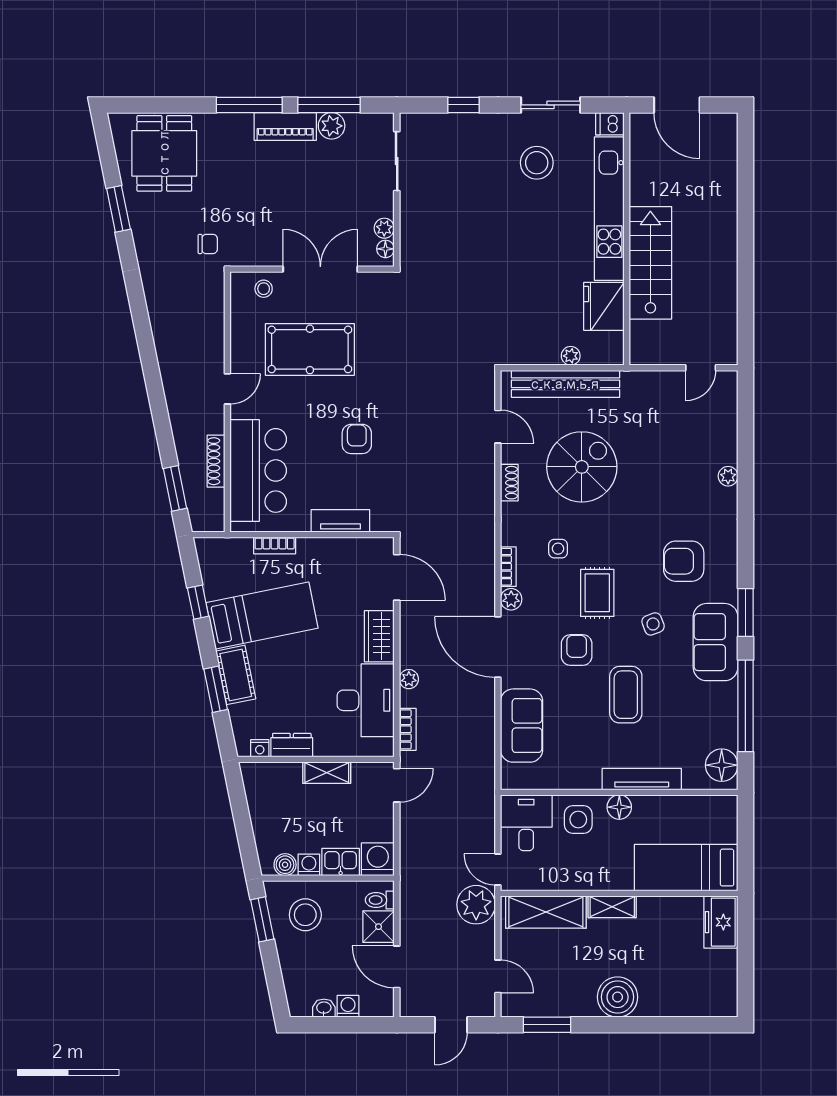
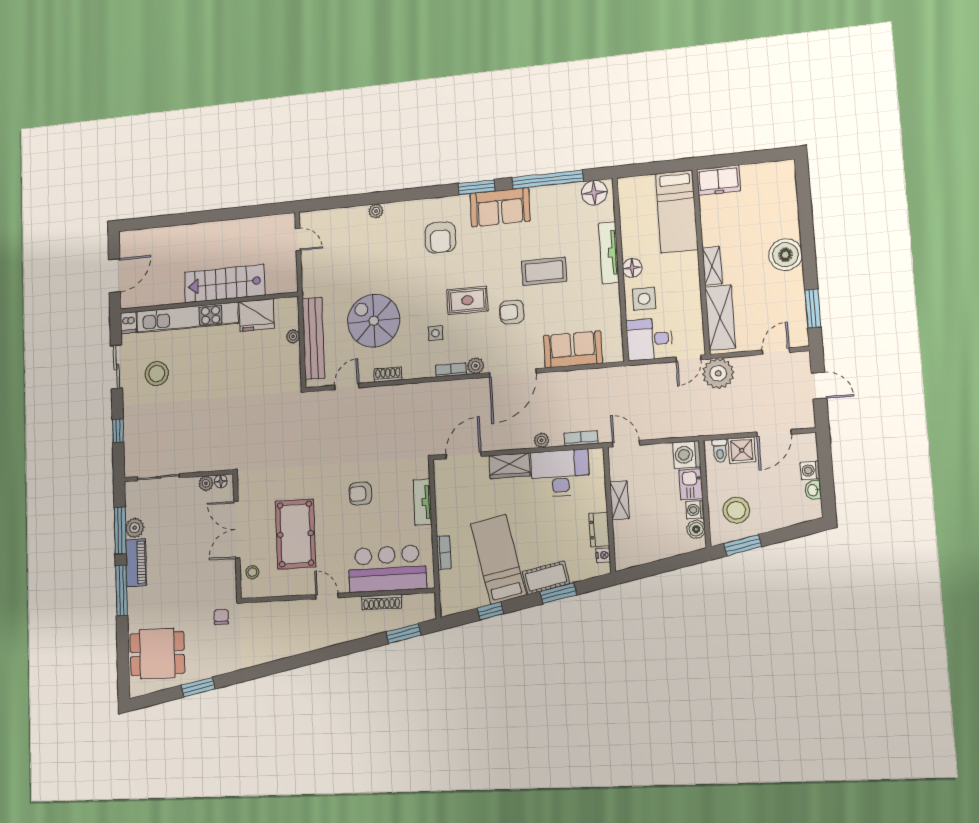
side table: (653, 624) -> (489, 256), removed

